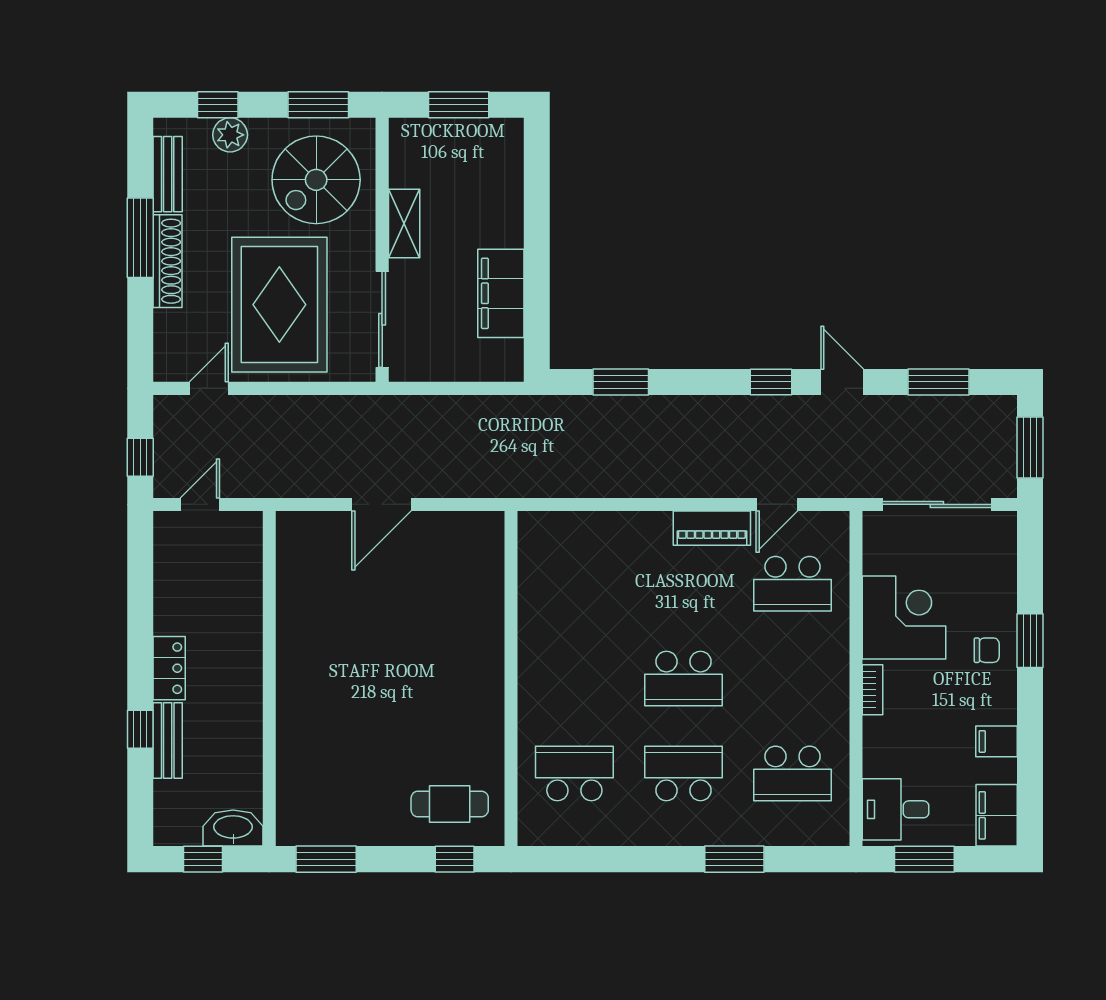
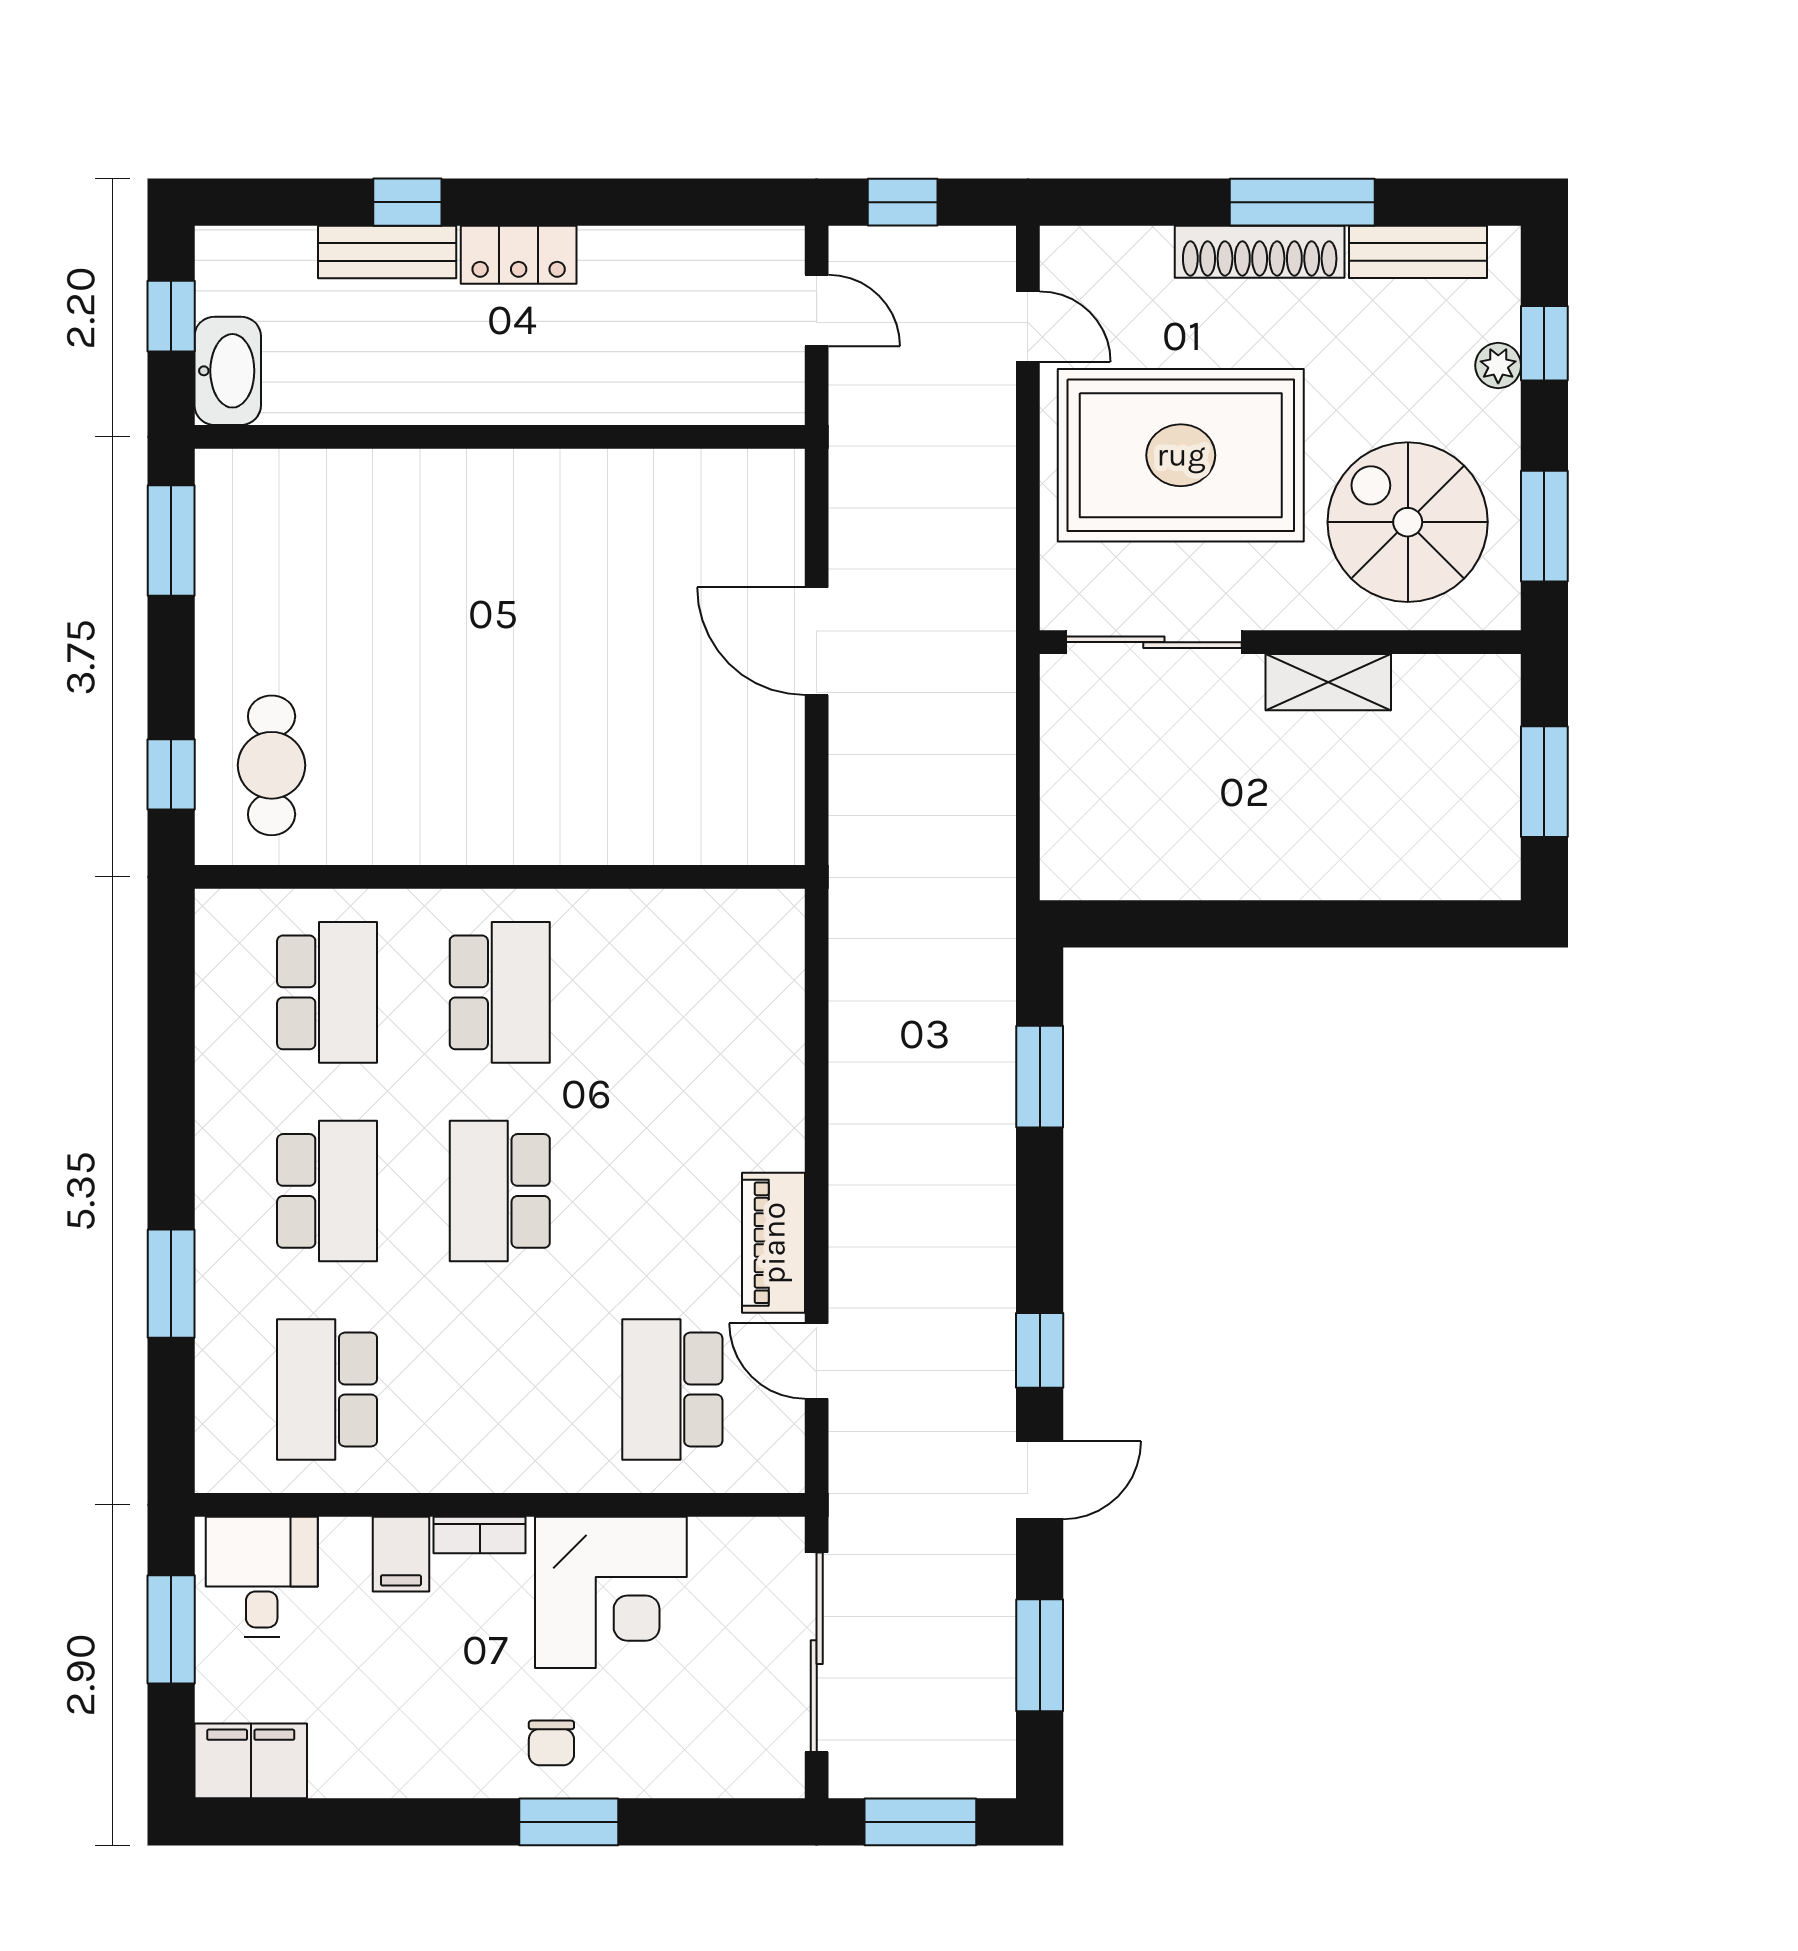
plant: (230, 135) -> (1498, 366), width x0.73, depth x0.73
filing cabinet: (501, 293) -> (1201, 859), removed
school desk: (574, 679) -> (500, 992), added
filing cabinet: (997, 741) -> (401, 1554), moved, turned 180

